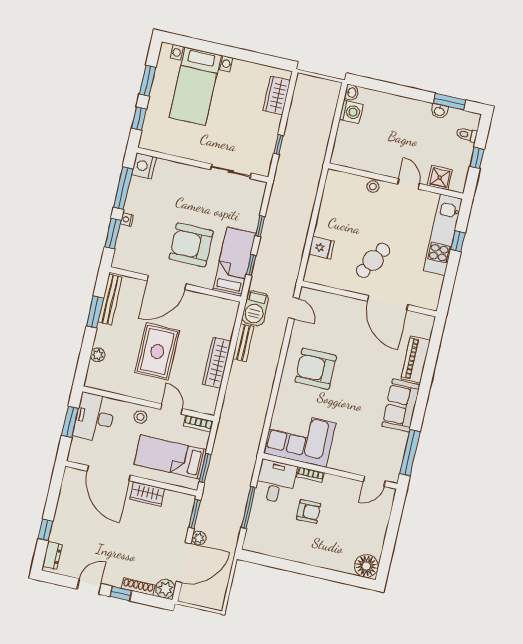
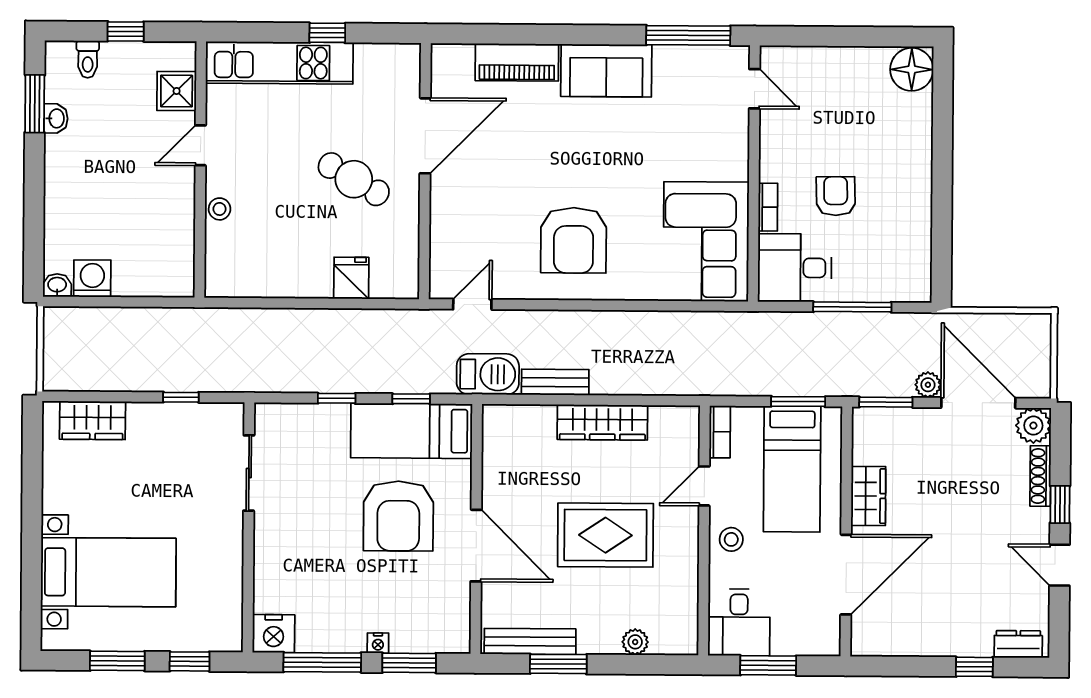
window: (458, 241) -> (327, 33), moved
desk: (95, 417) -> (739, 622), width x0.73

